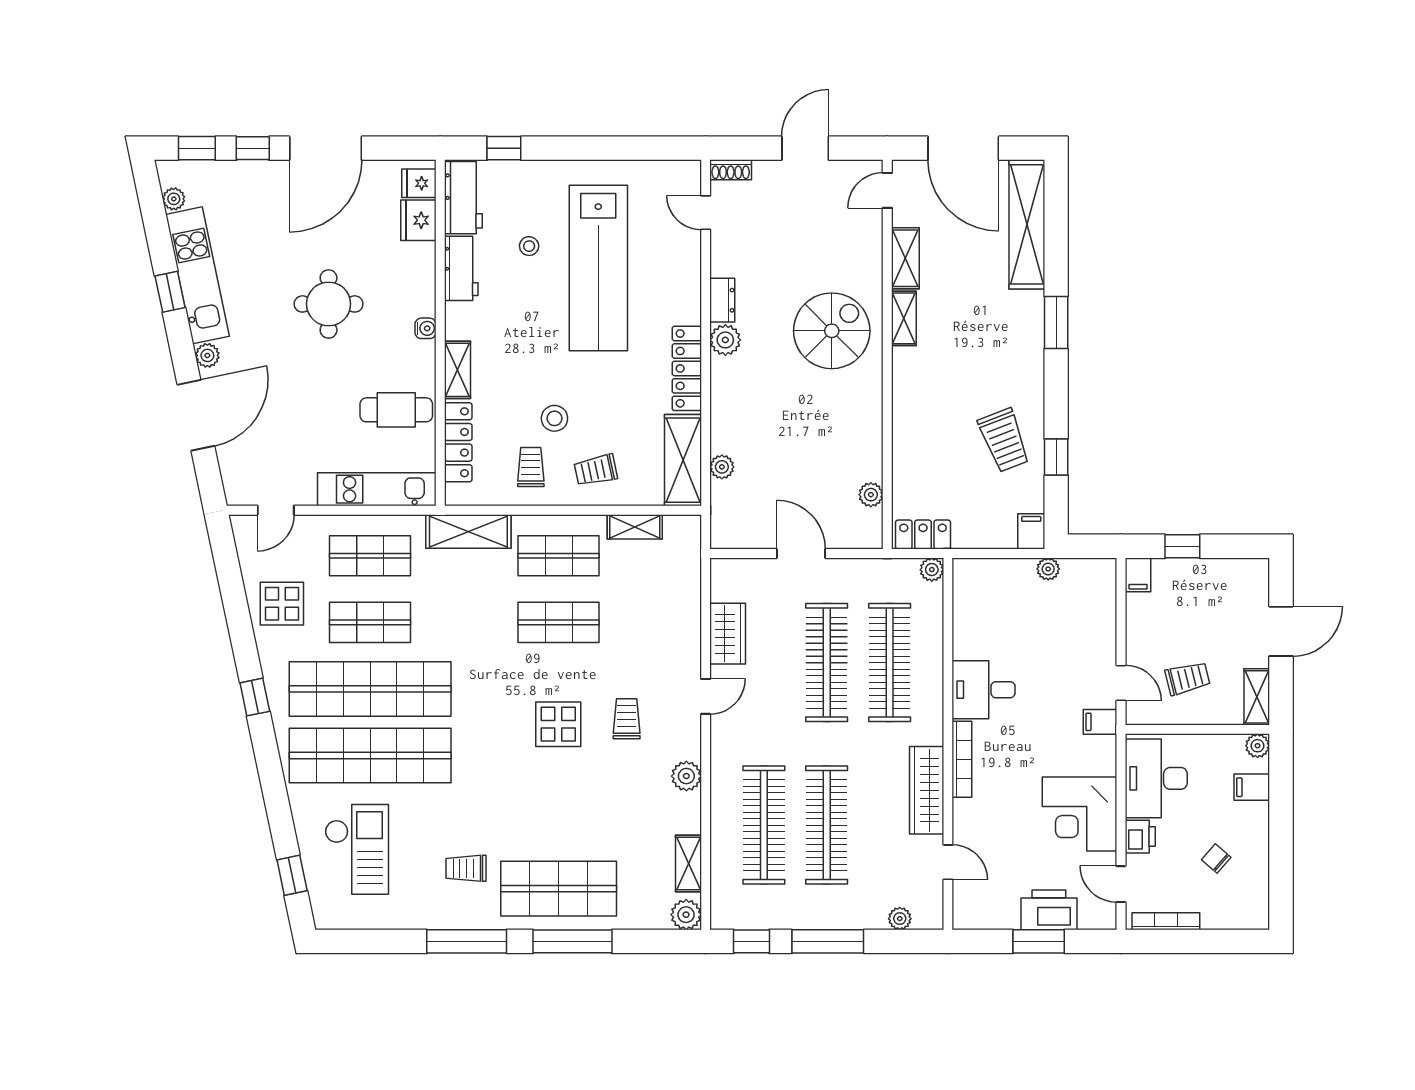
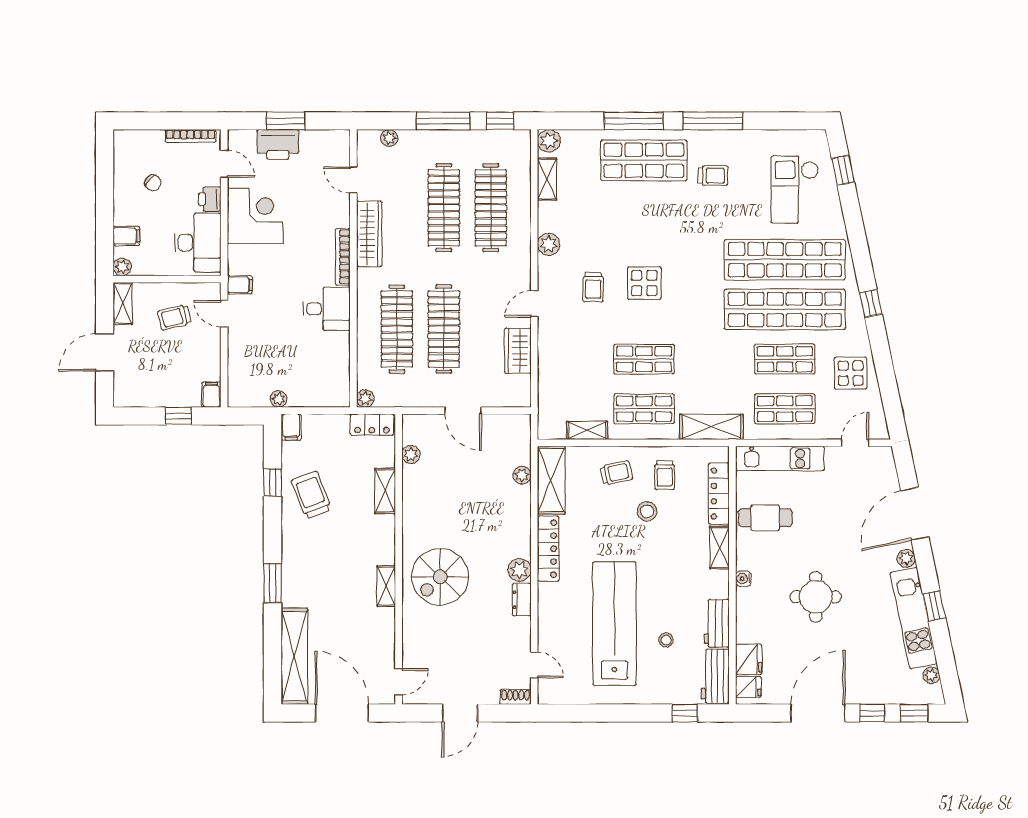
shelving: (905, 258) -> (385, 491), moved

